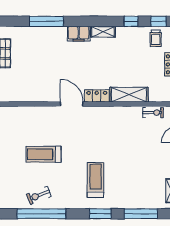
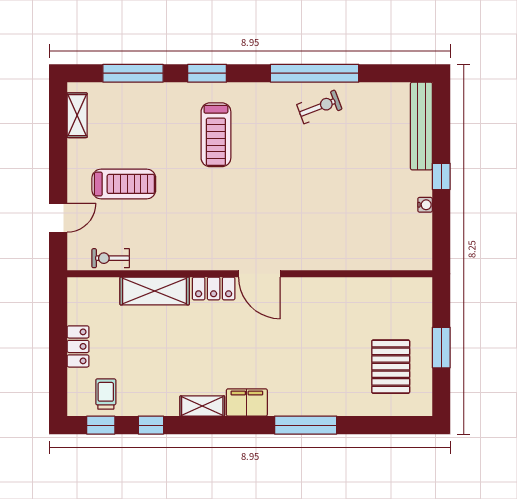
treadmill: (43, 154) -> (124, 184), moved

